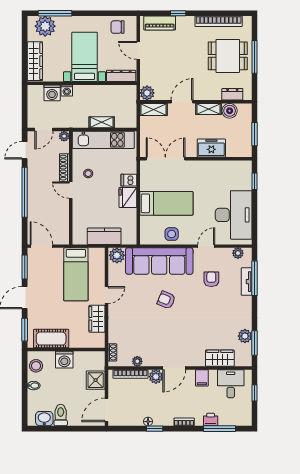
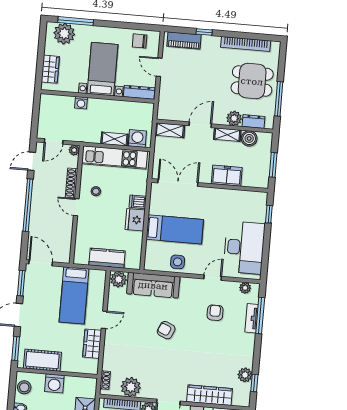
window: (255, 57) -> (279, 99), moved
wardrobe: (35, 61) -> (50, 69), width x0.67
washing machine: (52, 93) -> (137, 138), moved, turned 180
plant: (147, 93) -> (234, 118), moved
sofa: (159, 261) -> (153, 285), width x0.74, depth x0.79
window: (255, 343) -> (254, 383), width x0.67
wardrobe: (220, 358) -> (209, 395), width x1.50
plant: (137, 361) -> (131, 387), width x1.88, depth x1.88

